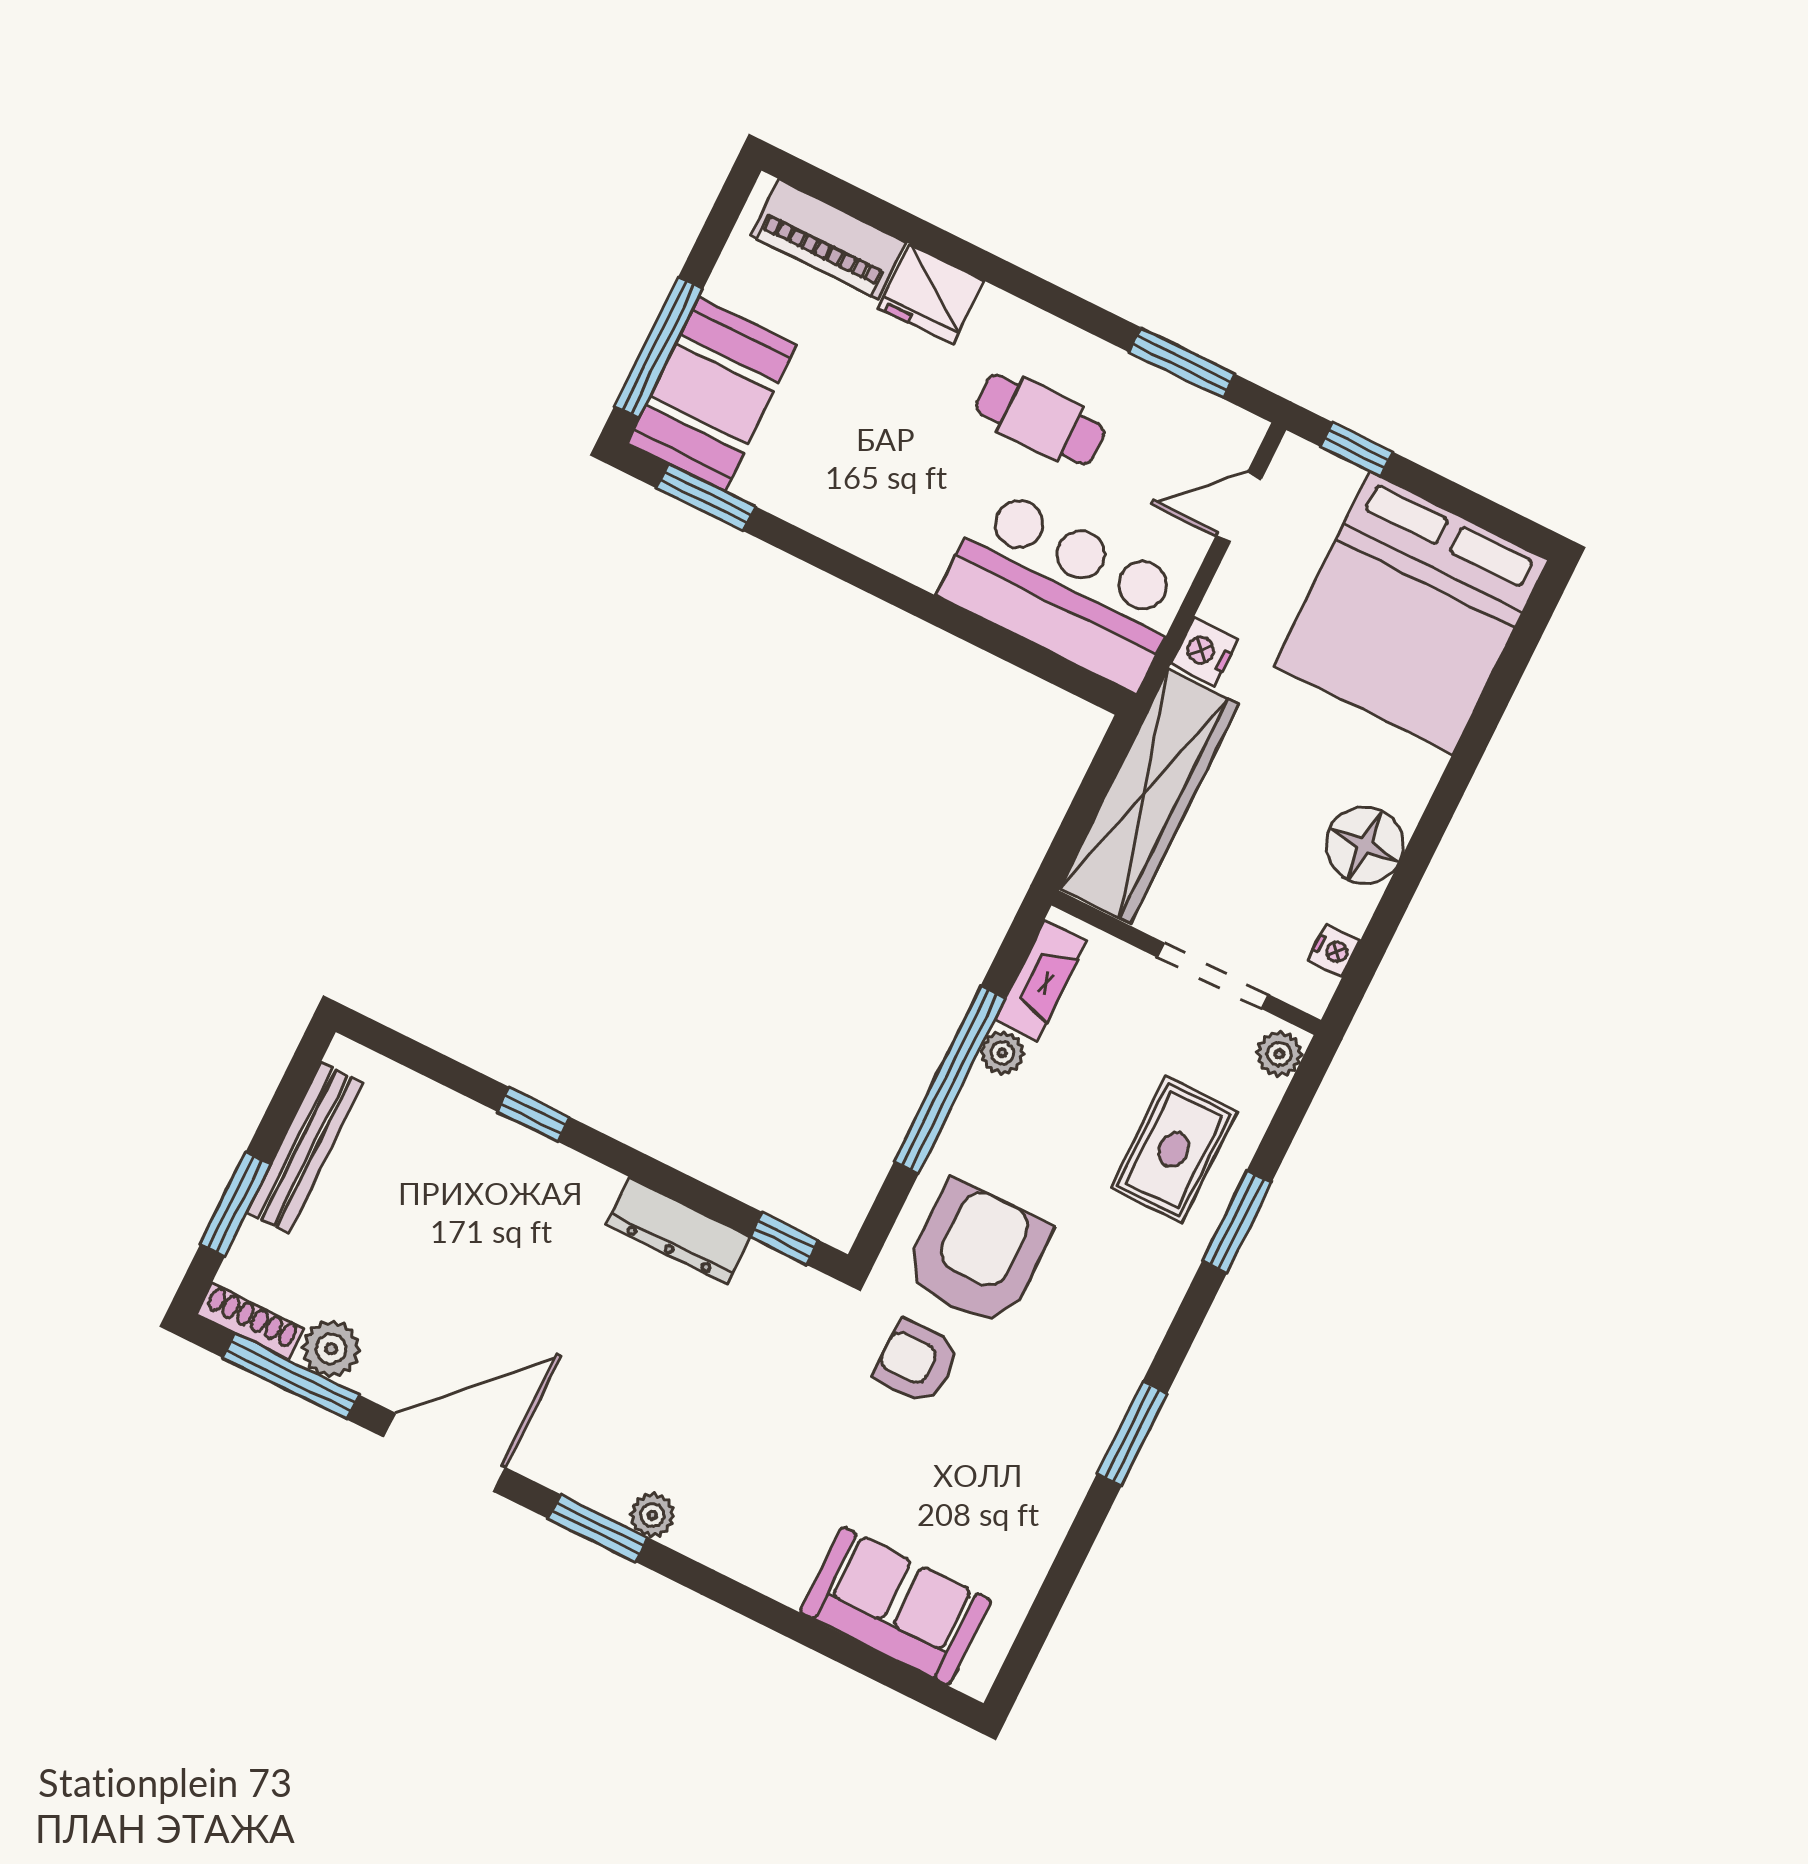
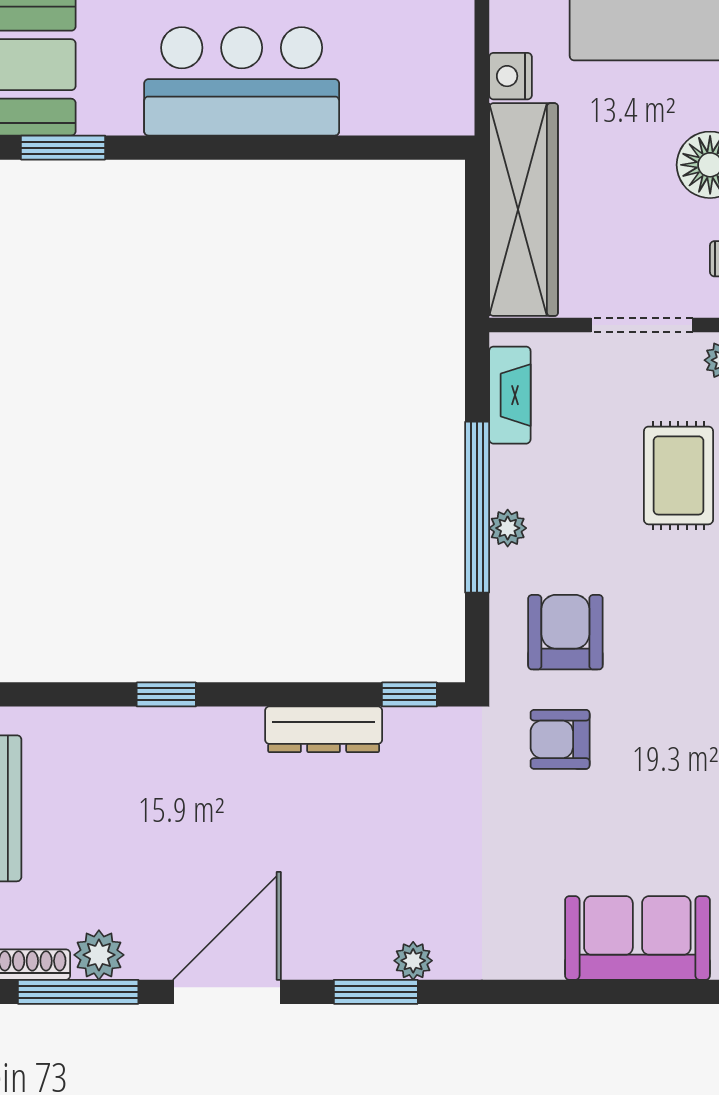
bar counter: (1064, 589) -> (242, 81), moved
plant: (1002, 1053) -> (508, 528), moved
armchair: (977, 1254) -> (565, 632), width x0.73, depth x0.73

